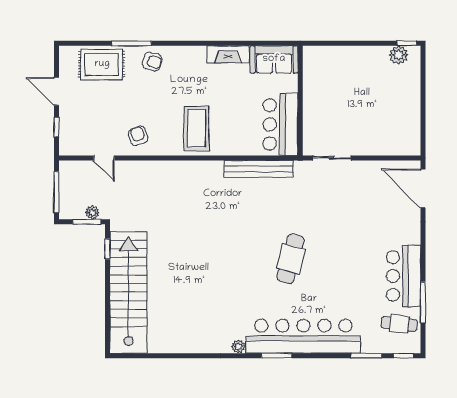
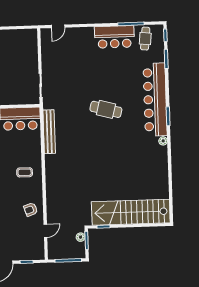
coffee table: (196, 128) -> (25, 172), width x0.54, depth x0.58
door: (423, 188) -> (58, 26), width x0.53

